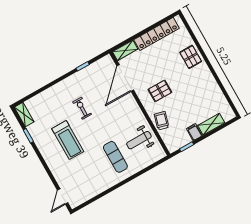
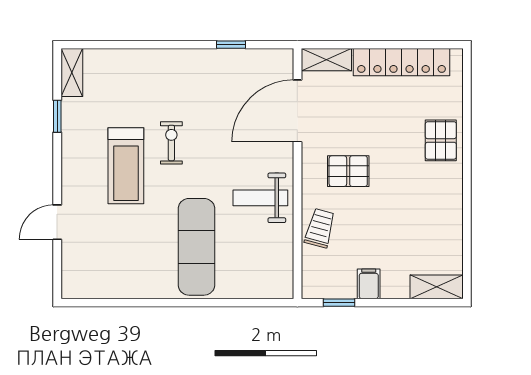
exercise bike: (82, 108) -> (171, 143), moved
shelving: (211, 124) -> (437, 287), moved
weight bench: (139, 140) -> (260, 198), moved
exercise mat: (115, 157) -> (196, 247), width x1.36, depth x1.45
door: (63, 197) -> (57, 222), moved

